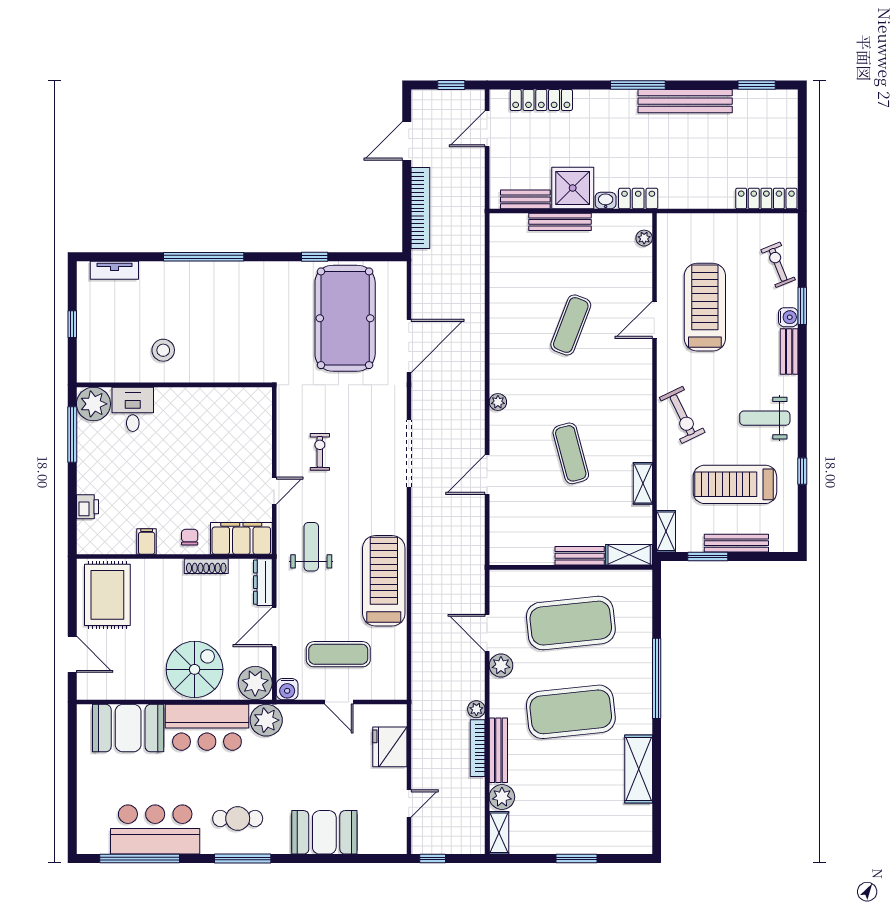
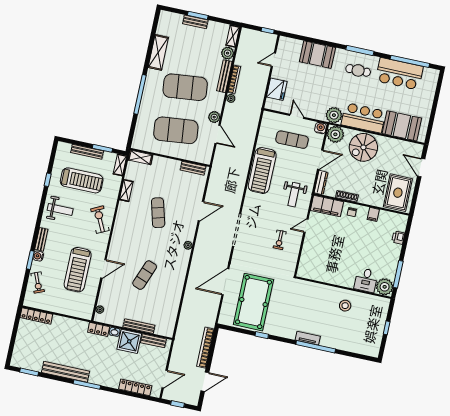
tv unit: (114, 270) -> (308, 338), moved
bench: (580, 556) -> (193, 168), moved
bench: (579, 845) -> (195, 22), added

